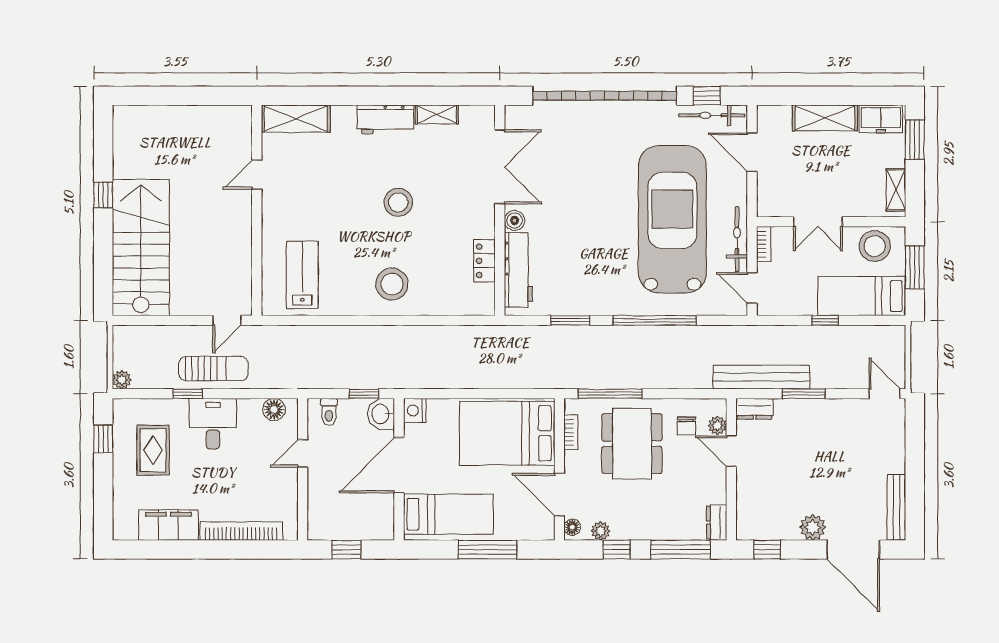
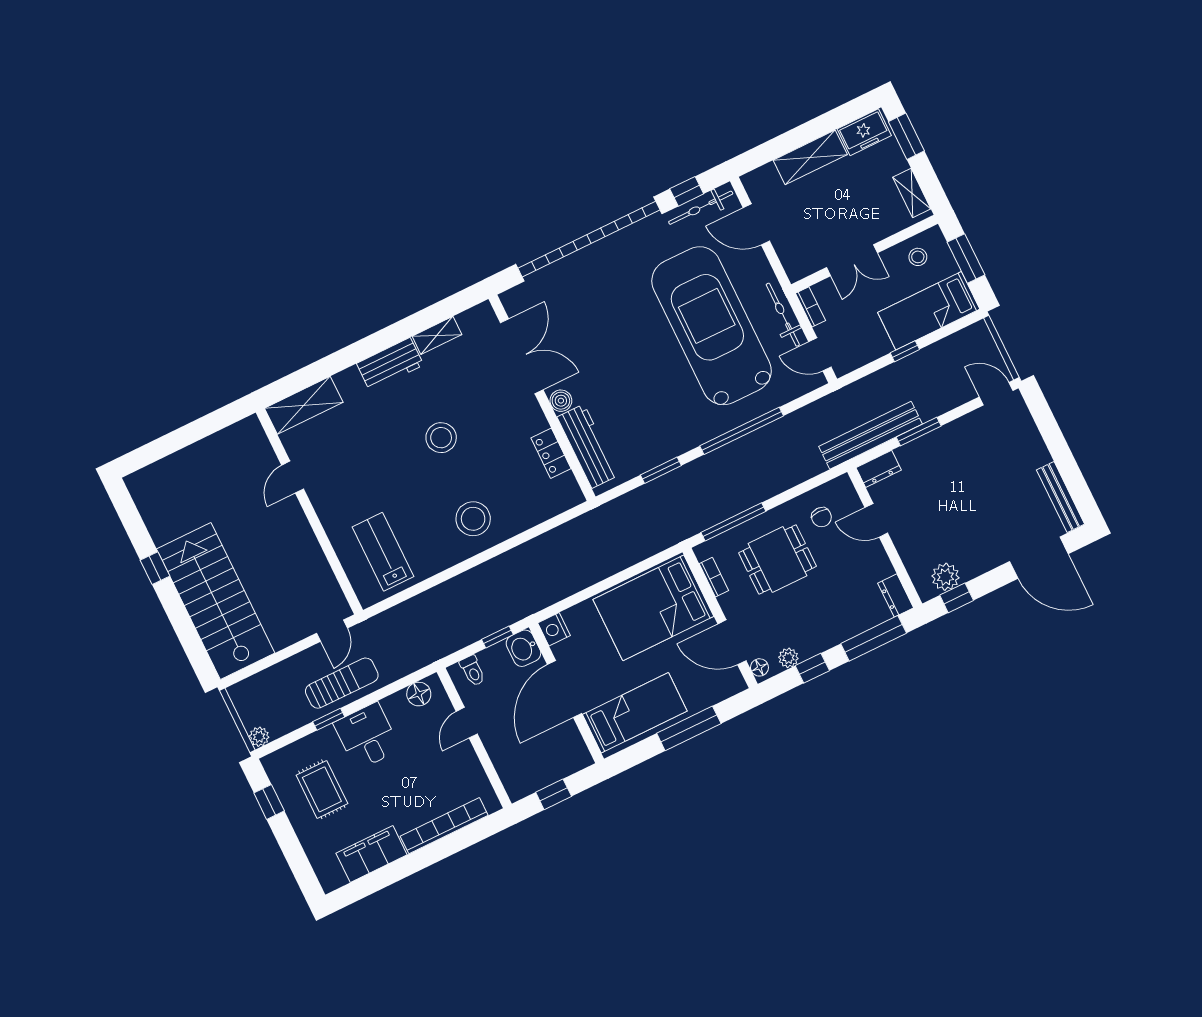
stool: (875, 246) -> (918, 257), width x0.53, depth x0.53
plant: (717, 426) -> (851, 502), removed
dining table: (632, 444) -> (778, 560), width x0.73
plant: (813, 527) -> (945, 577), moved

